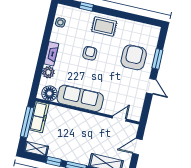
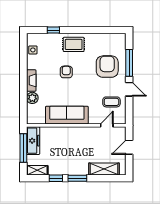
window: (157, 59) -> (129, 63), width x1.44
floor lamp: (49, 93) -> (38, 117), removed
coffee table: (130, 95) -> (111, 102), added

